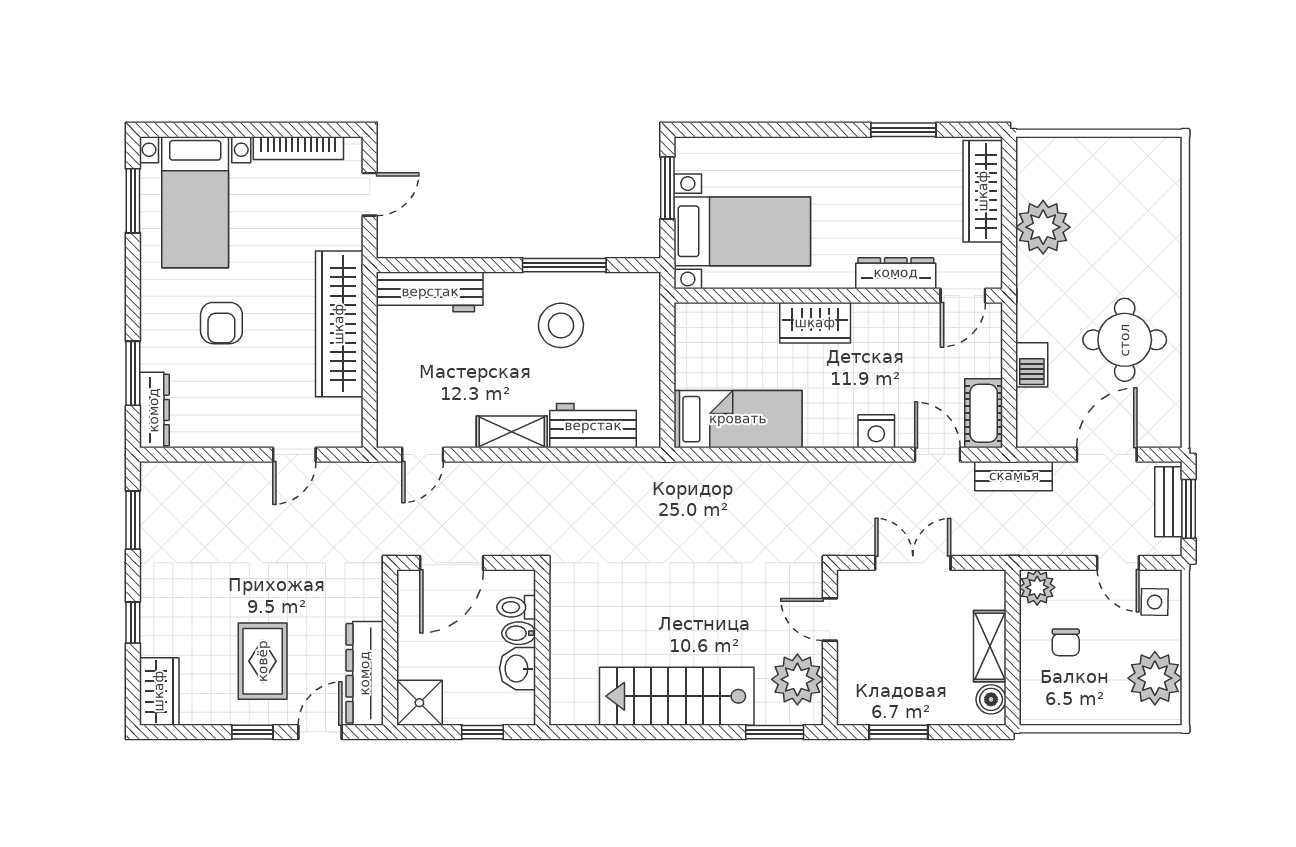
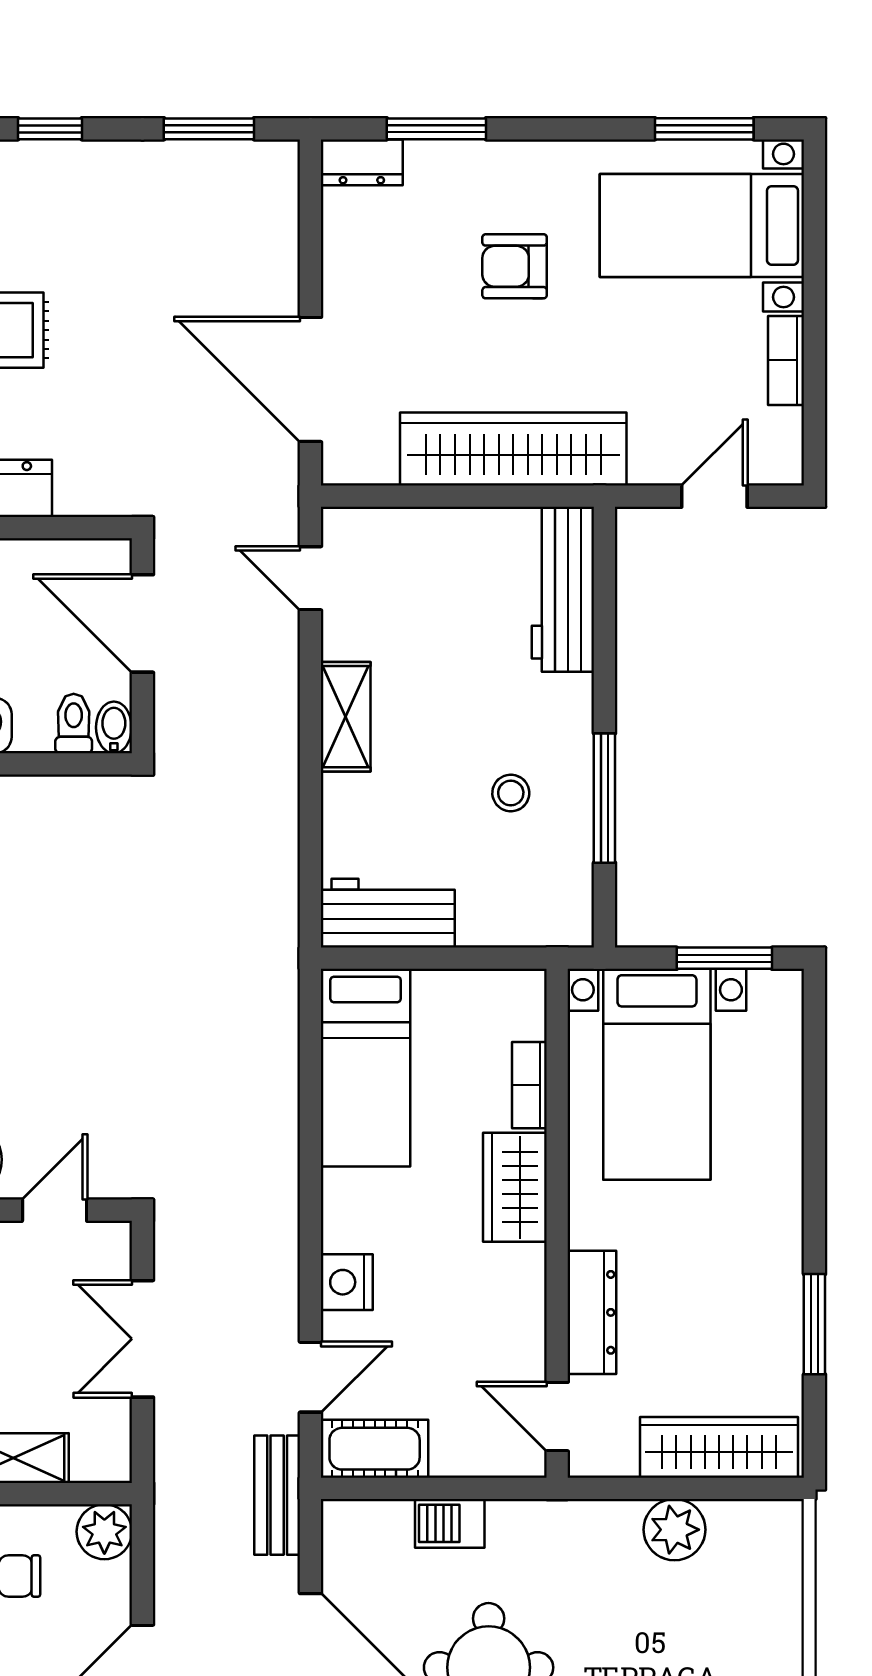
bookcase: (298, 148) -> (786, 360), width x0.64
door: (370, 194) -> (714, 496), swing flipped
plant: (1043, 227) -> (674, 1530), width x0.73, depth x0.73
bookcase: (749, 313) -> (529, 1085), added
stool: (561, 325) -> (511, 793), width x0.53, depth x0.53
dresser: (154, 410) -> (362, 162), width x0.70
workbench: (593, 426) -> (388, 913), moved, turned -90
door: (294, 455) -> (310, 379), width x1.88
double door: (913, 563) -> (142, 1339), swing flipped
bidet: (519, 633) -> (114, 727), moved

